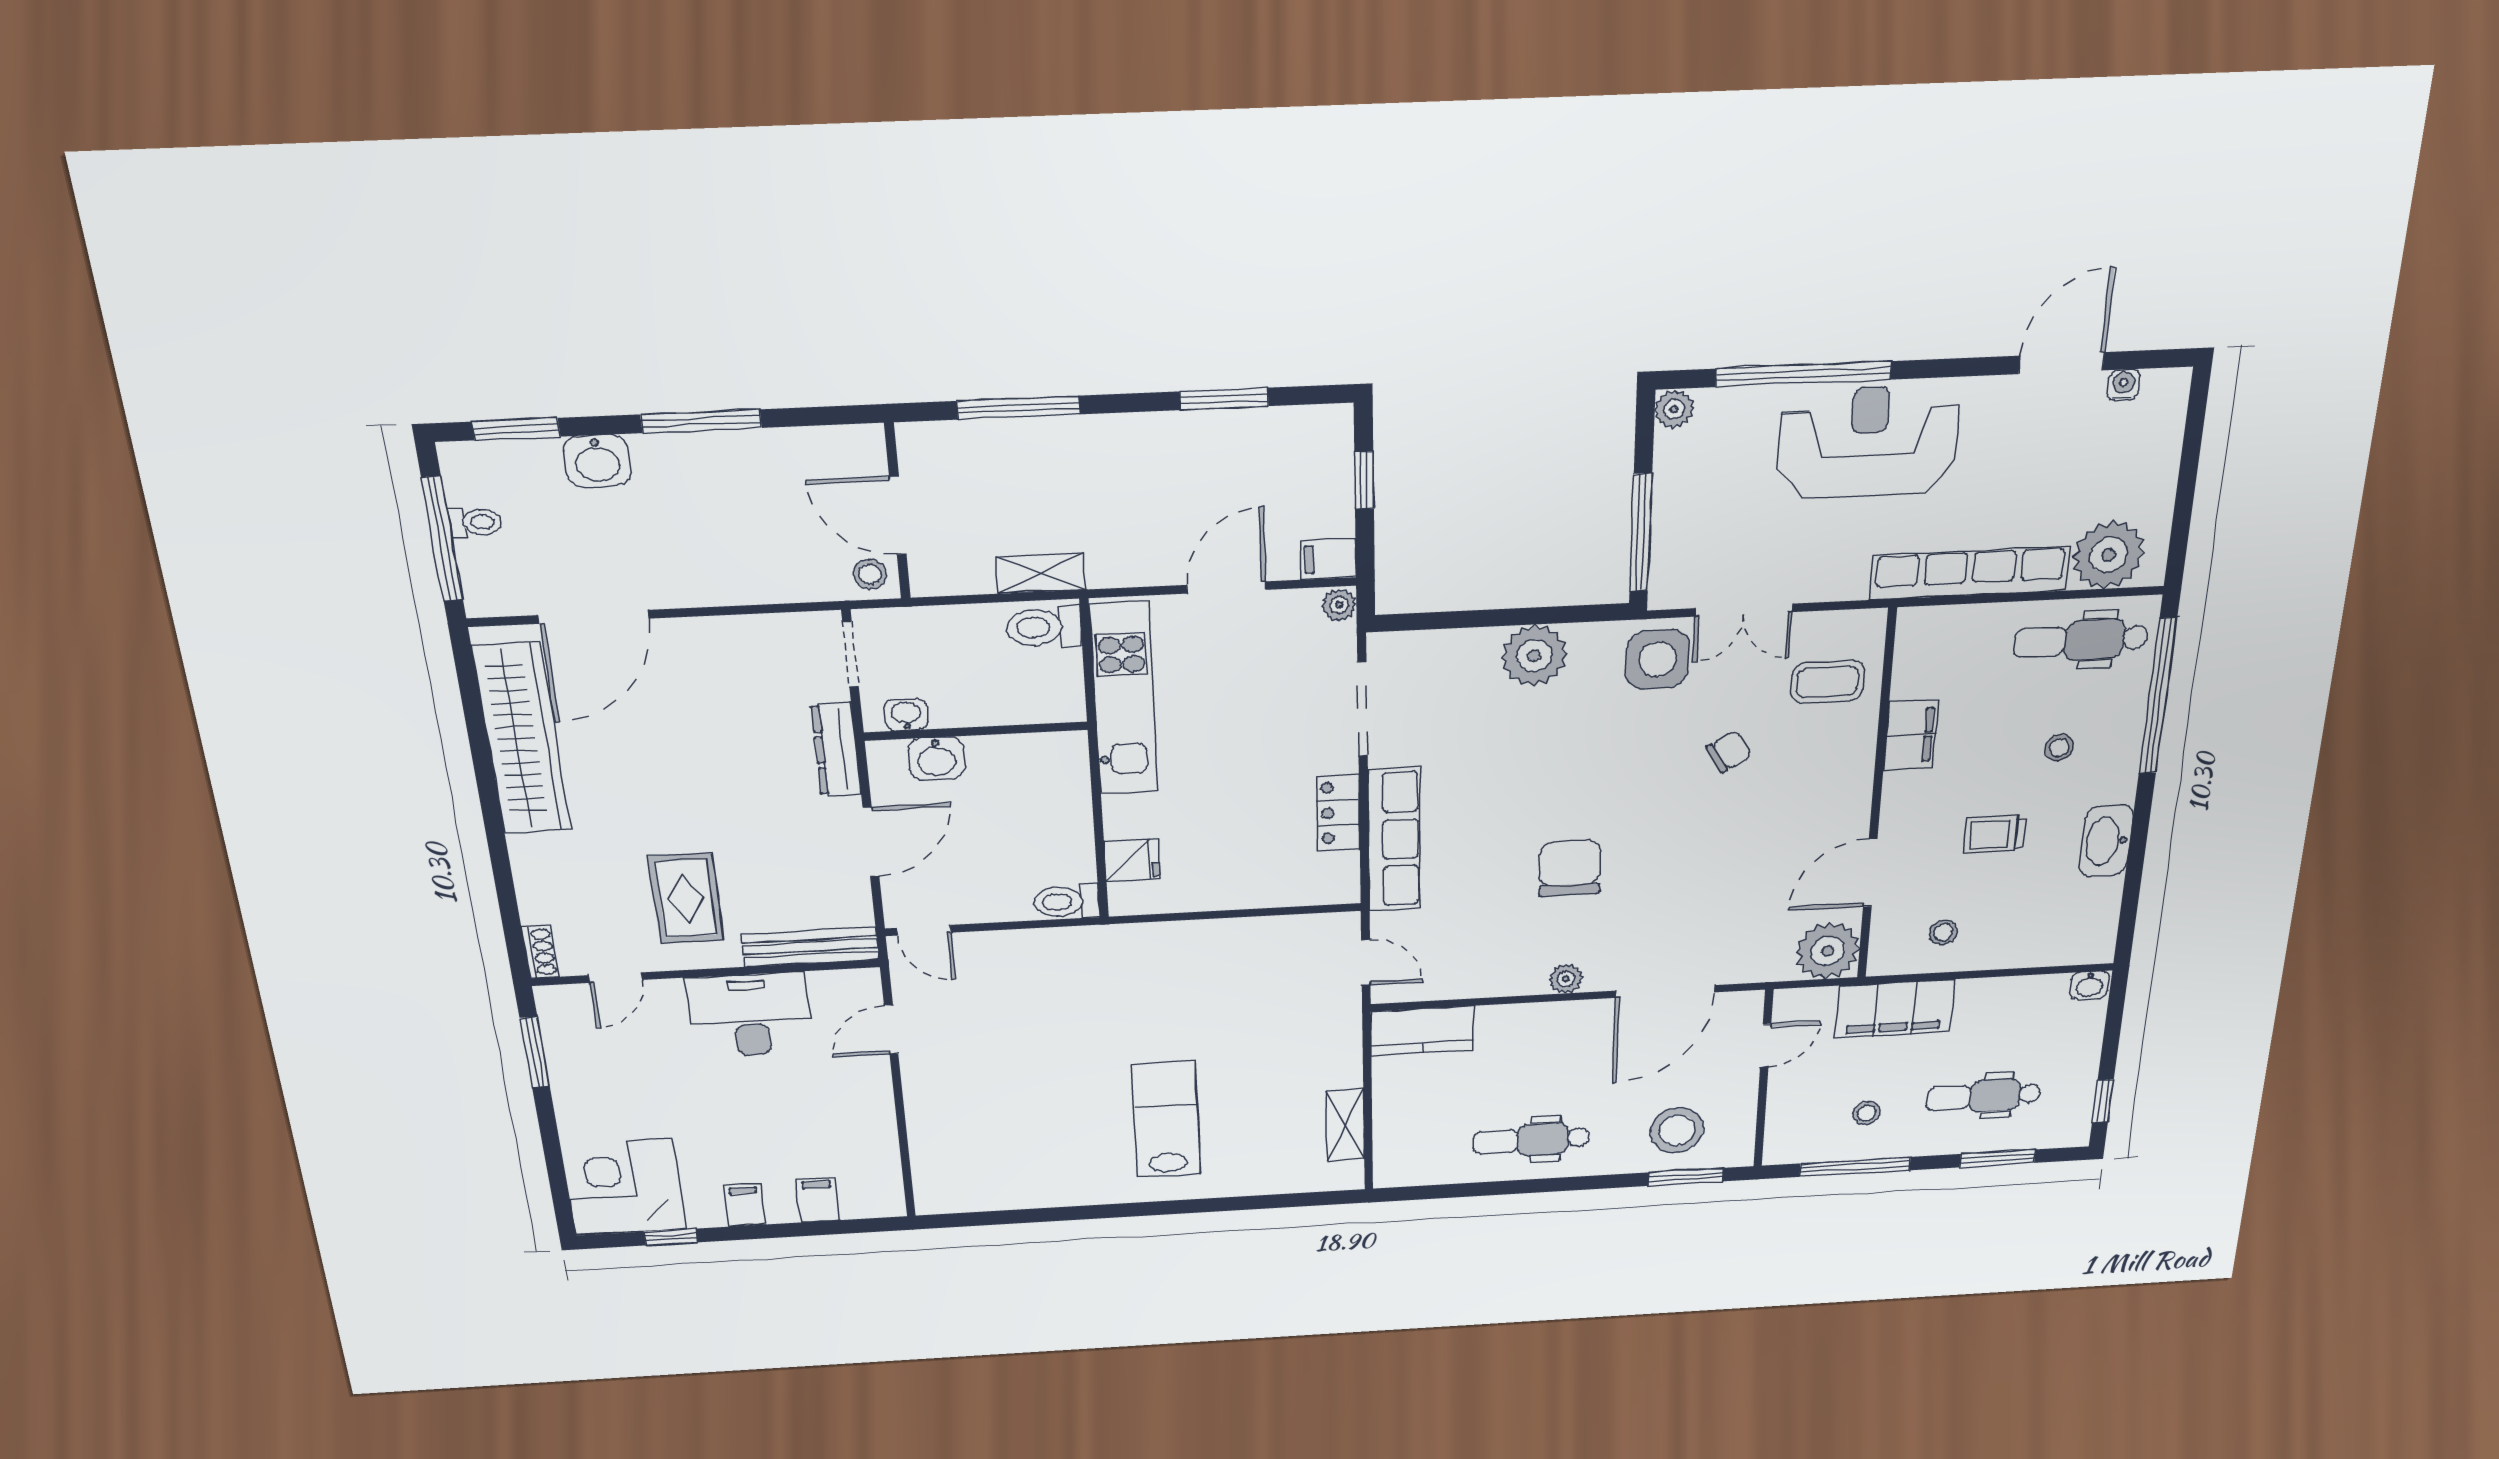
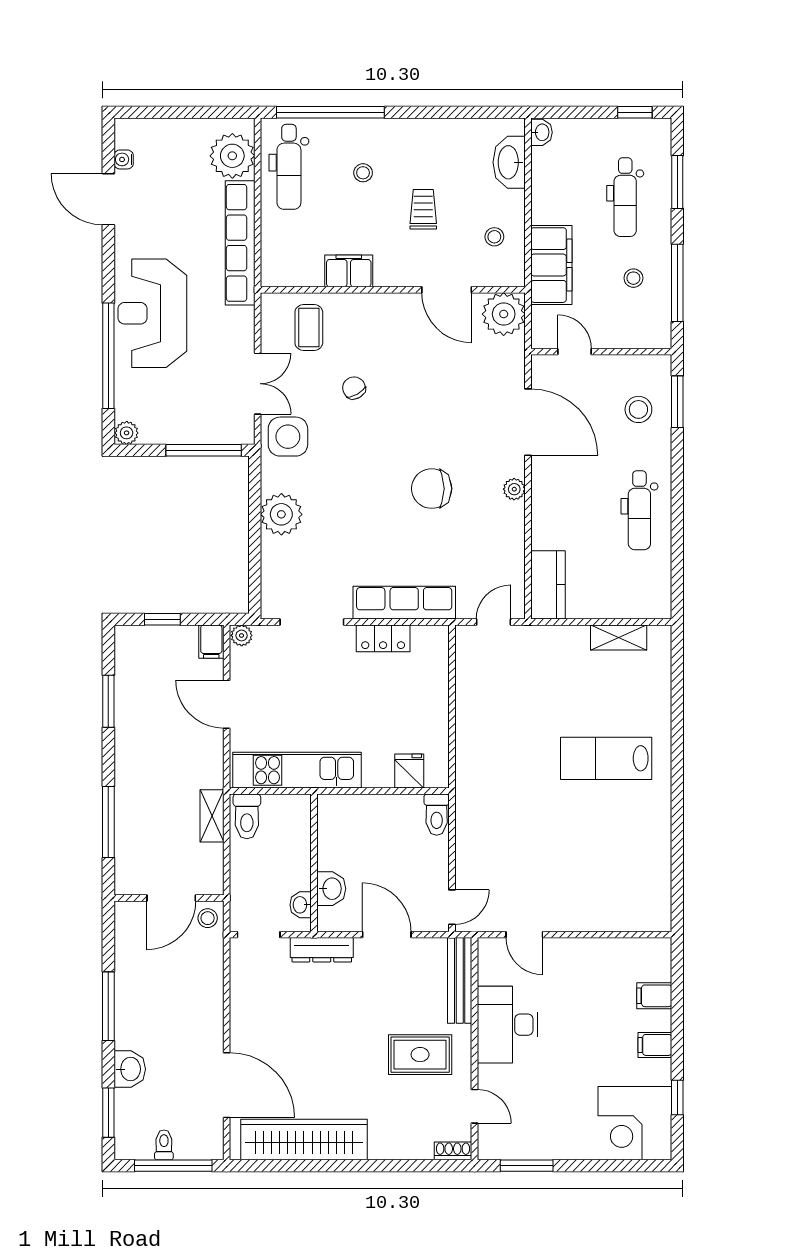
trolley: (1994, 834) -> (423, 209), turned 180
washbasin: (2106, 841) -> (509, 162), moved, turned 90
stool: (1677, 1130) -> (638, 409), width x0.73, depth x0.73

